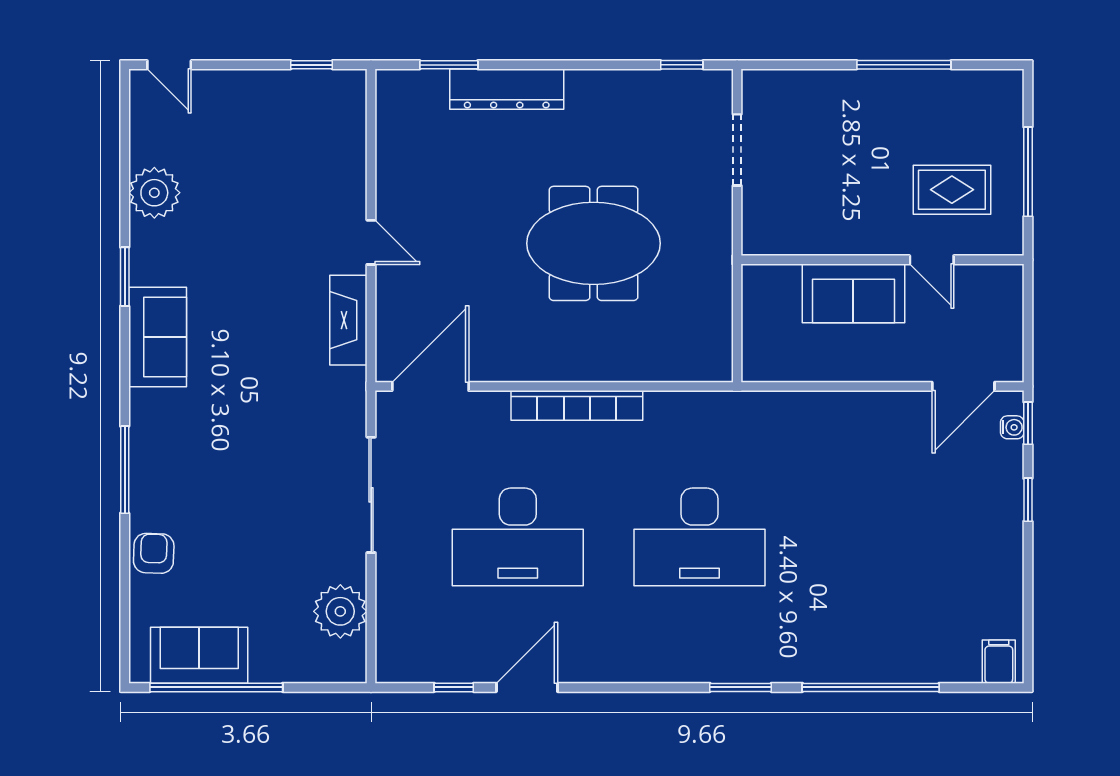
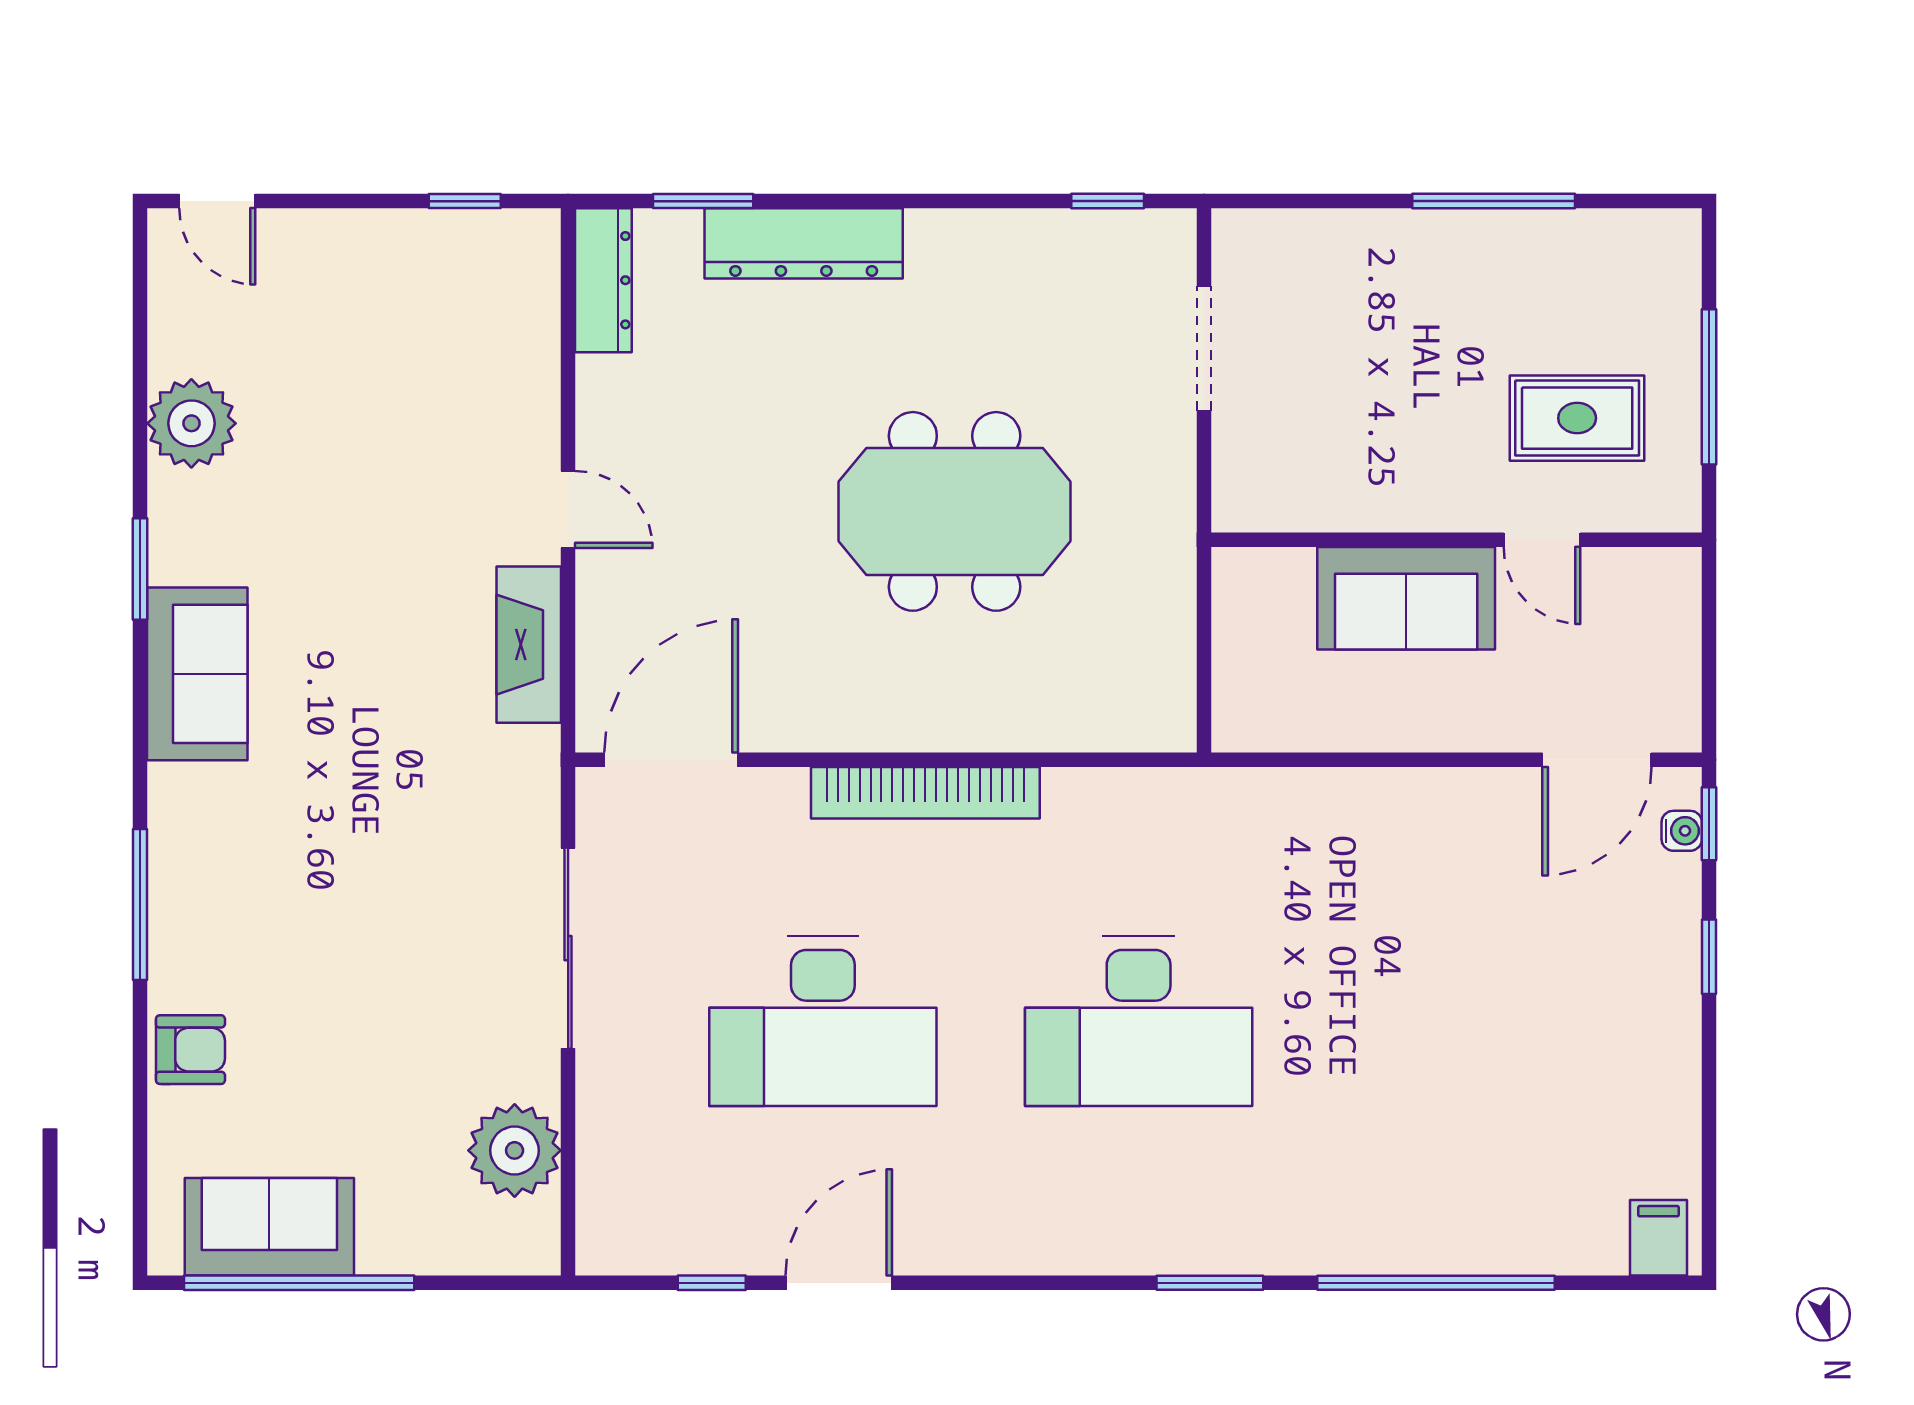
dresser: (391, 110) -> (603, 280), added
armchair: (154, 553) -> (190, 1050), turned 88

